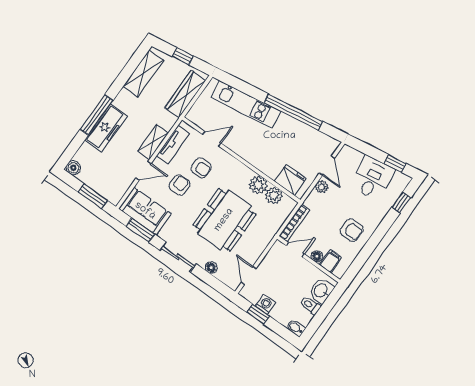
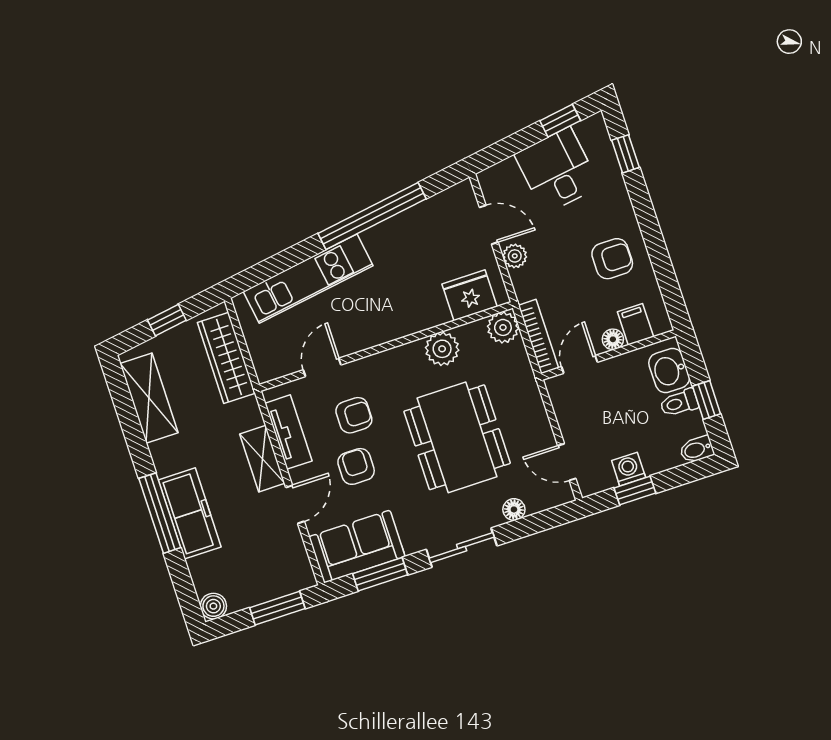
plant: (274, 195) -> (503, 327), moved
window: (320, 316) -> (706, 400), added

